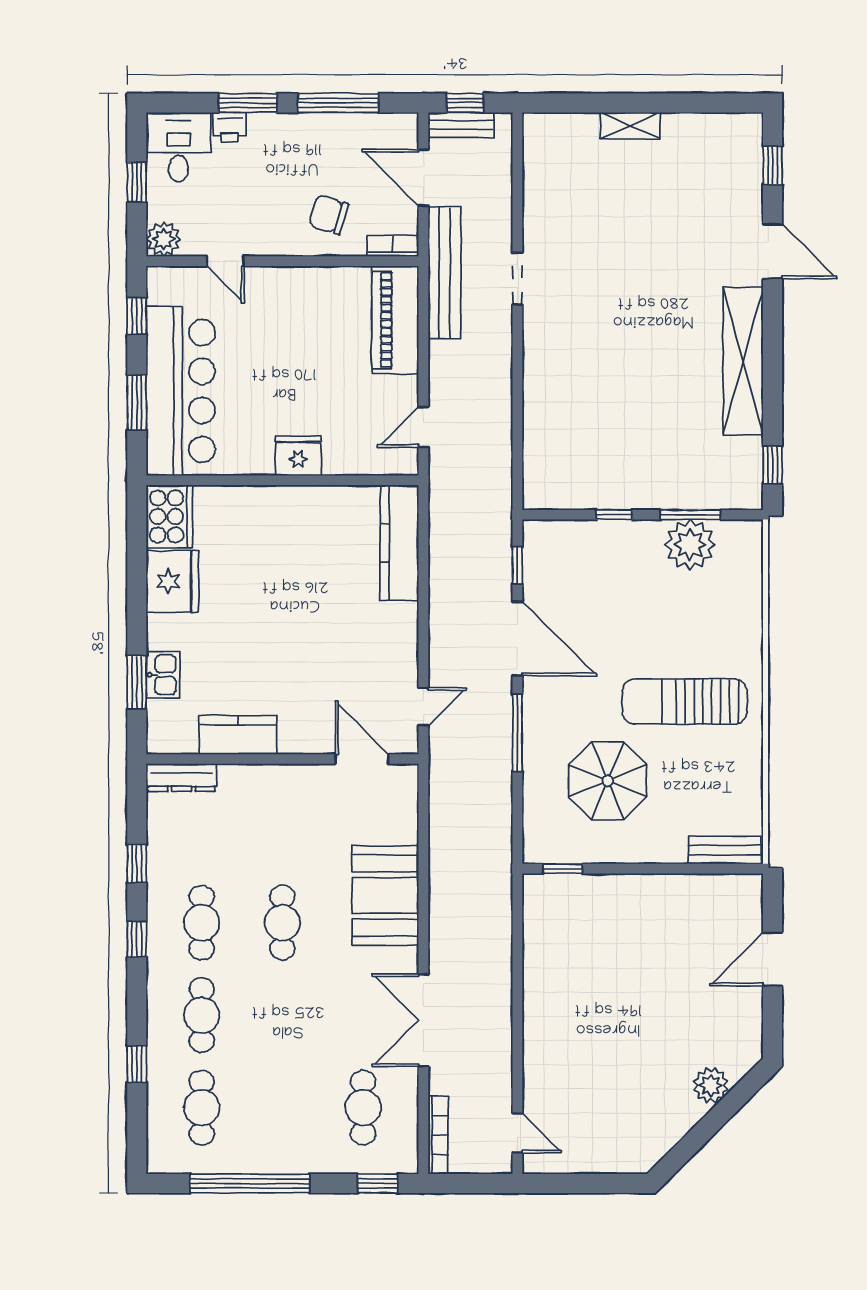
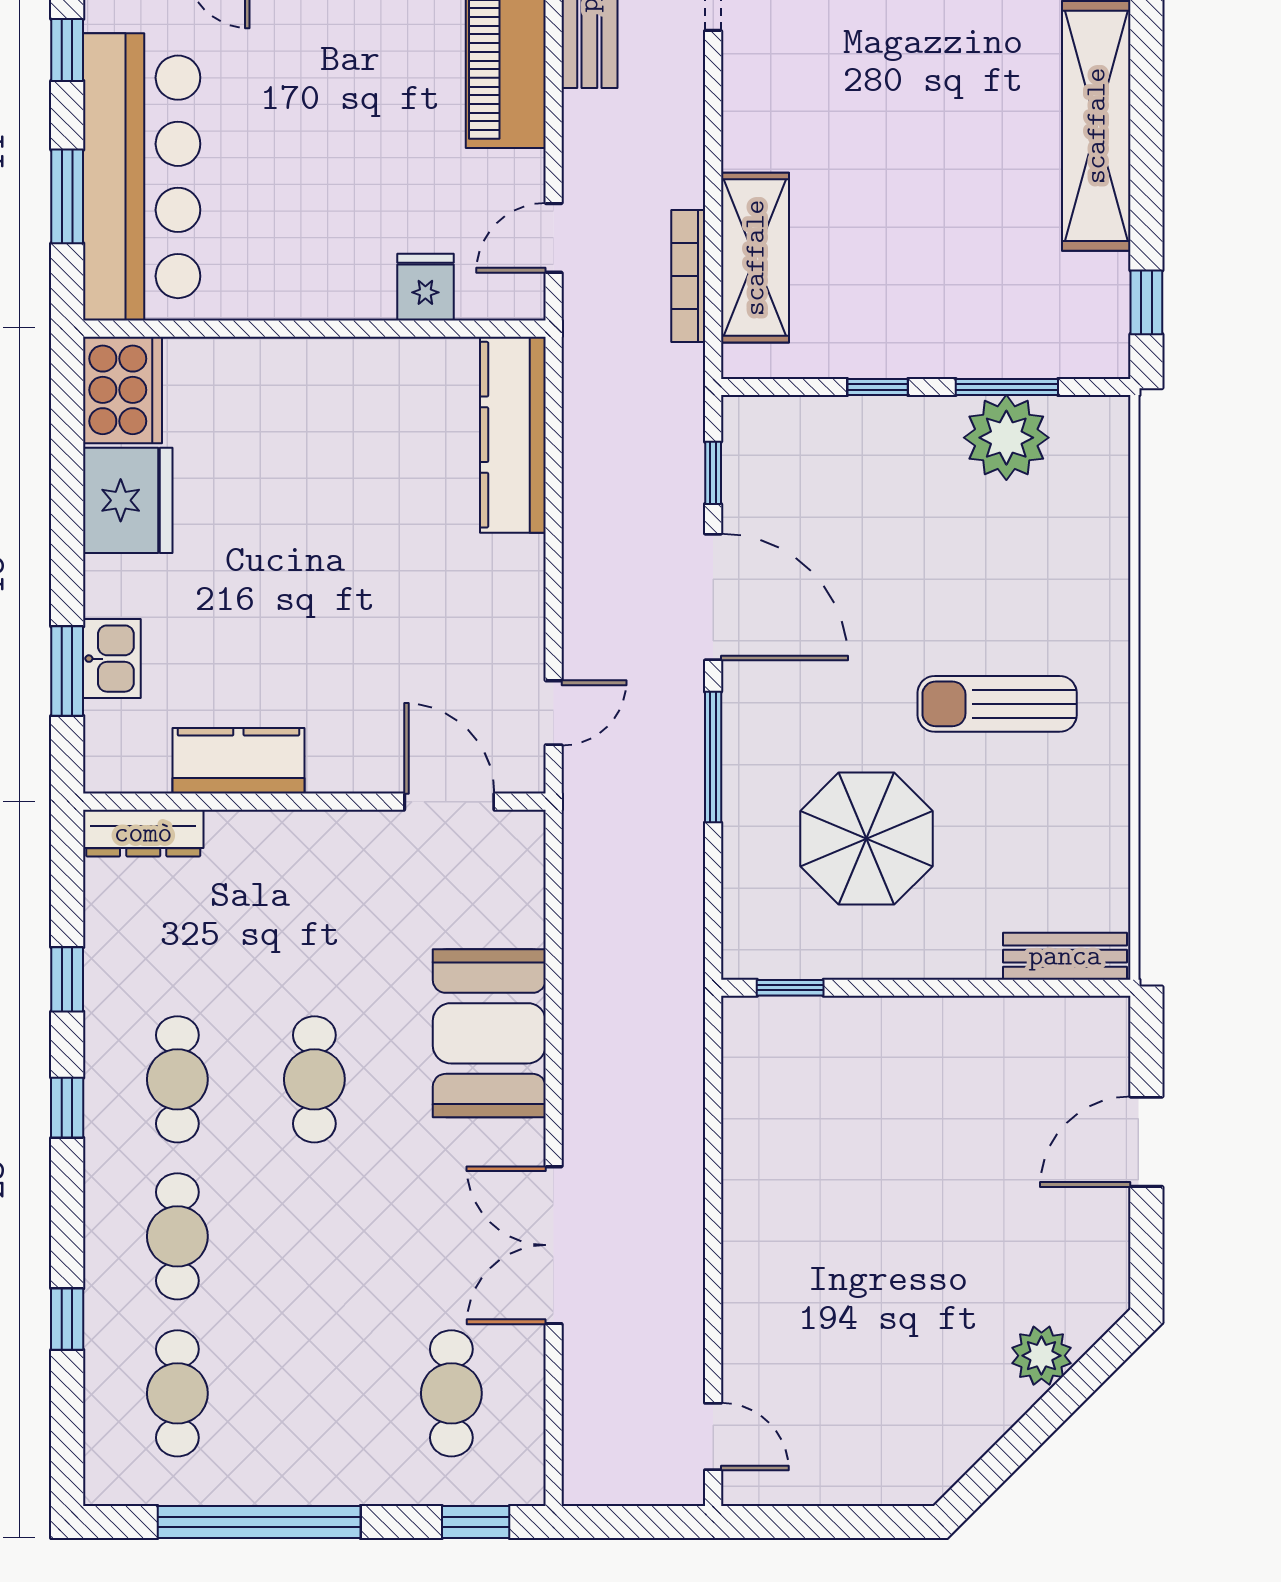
shelving: (542, 439) -> (755, 258), added
fridge: (298, 456) -> (425, 287), moved, width x0.72
sun lounger: (685, 701) -> (997, 704), width x0.73, depth x0.75
bookcase: (438, 1135) -> (688, 276), moved, turned 180

